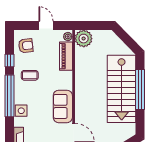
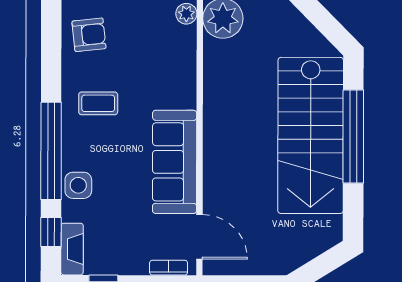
piano: (66, 56) -> (182, 59), removed
window: (9, 60) -> (51, 232), moved
sofa: (63, 106) -> (175, 162), width x1.36

